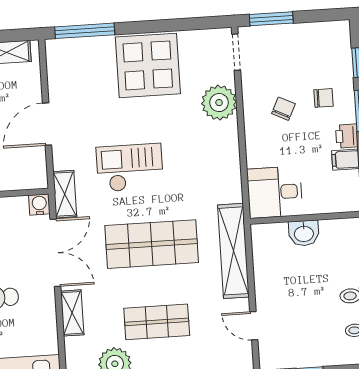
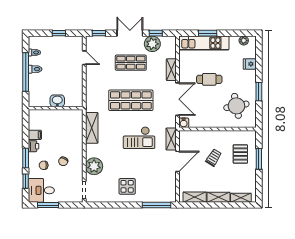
window: (271, 19) -> (48, 205), moved
display table: (148, 65) -> (127, 186), width x0.54, depth x0.54
desk: (275, 192) -> (41, 190), moved, turned 180
shelving: (65, 194) -> (171, 139), moved
shelving: (233, 251) -> (92, 128), moved, width x0.68
double door: (55, 253) -> (177, 99), swing flipped

